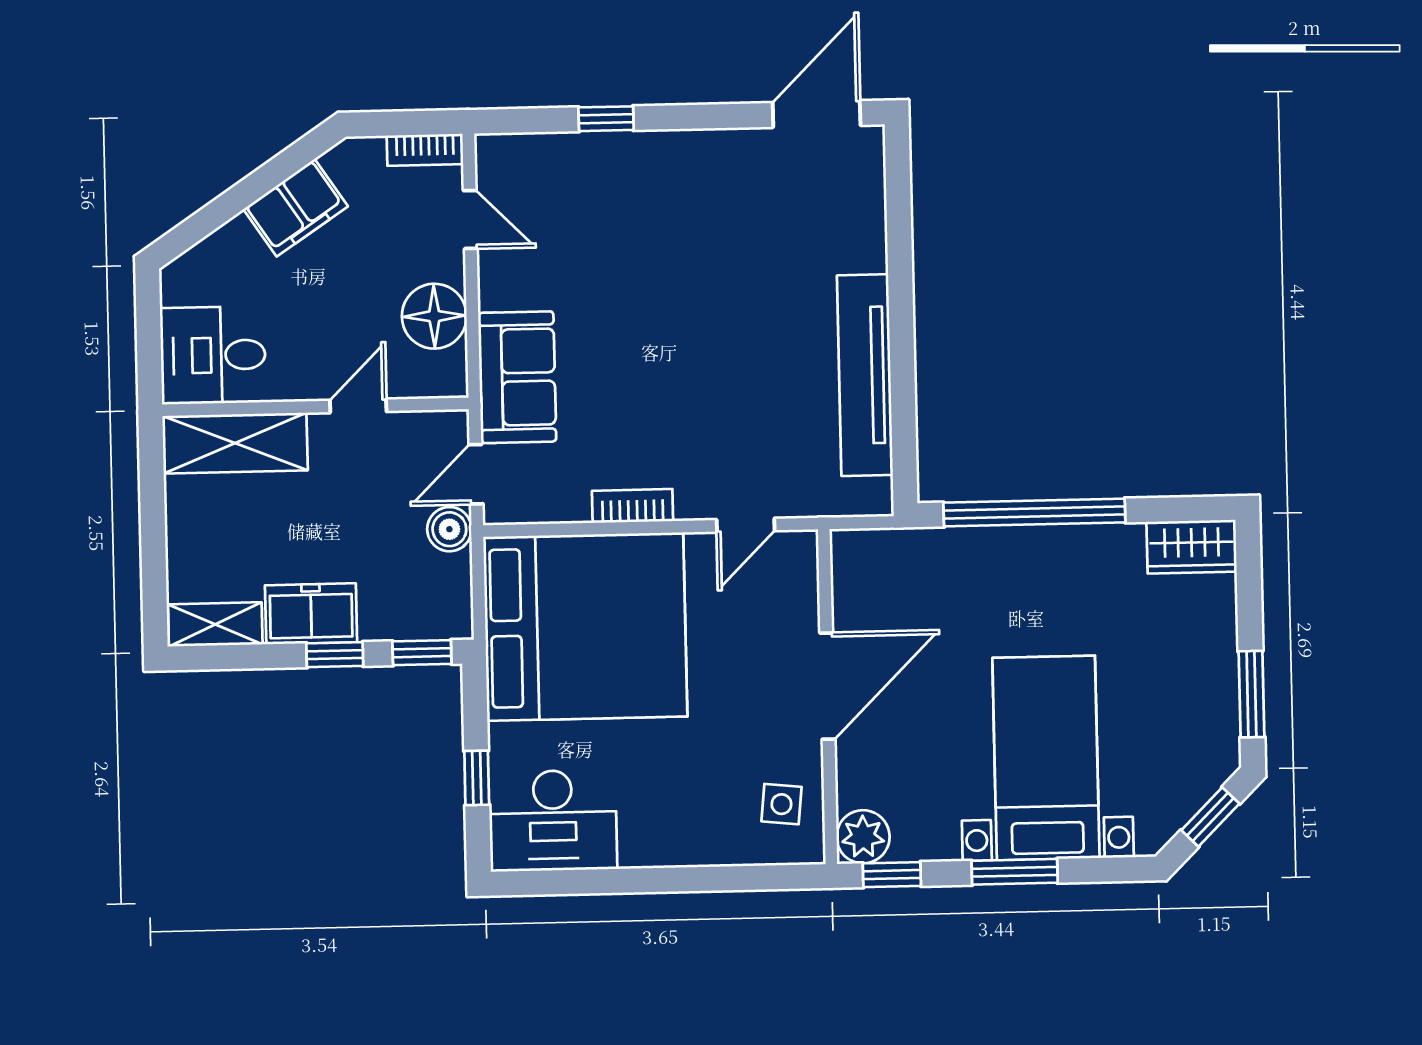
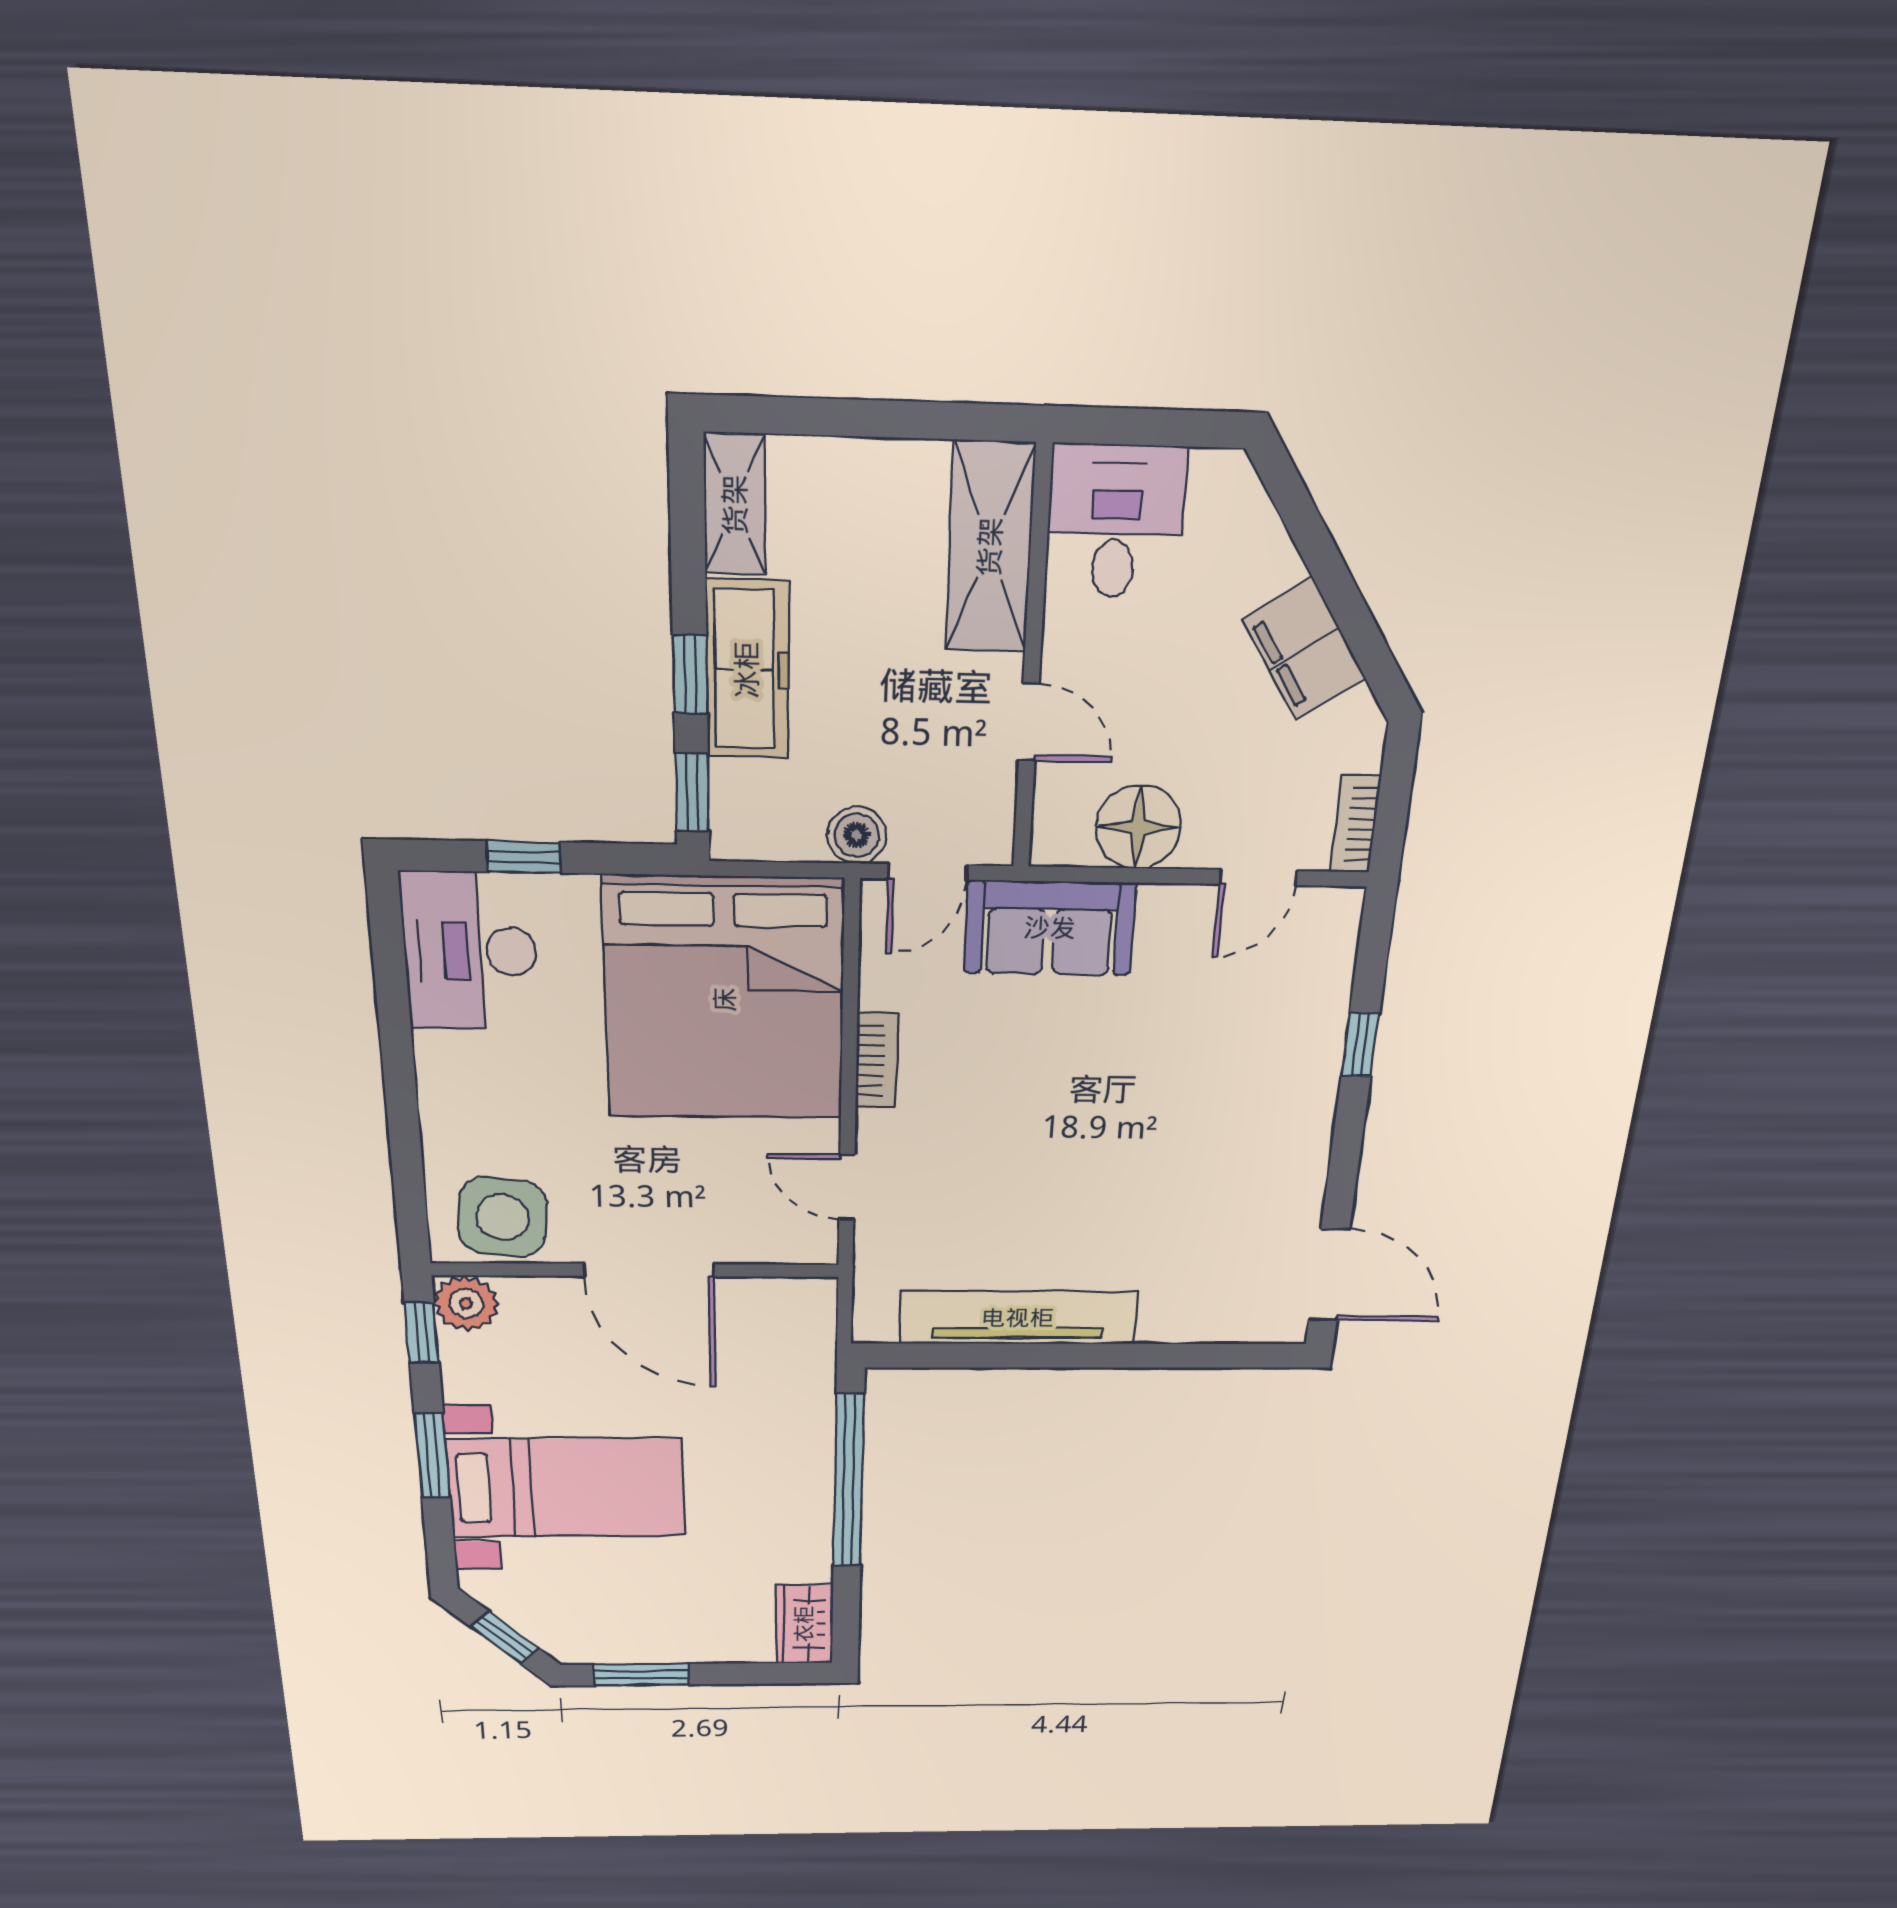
door: (476, 474) -> (928, 872), swing flipped
freezer: (311, 614) -> (747, 670), width x1.40
side table: (781, 804) -> (503, 1217), width x1.87, depth x1.87

